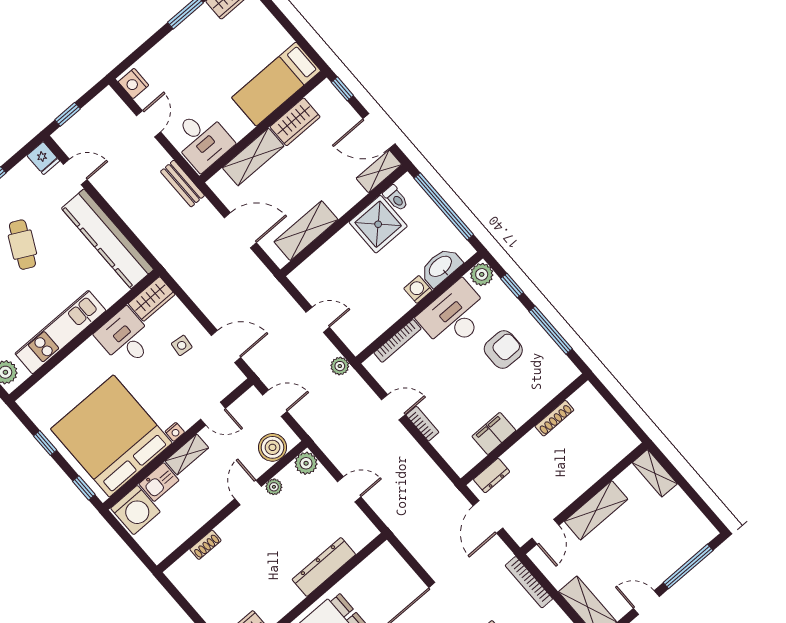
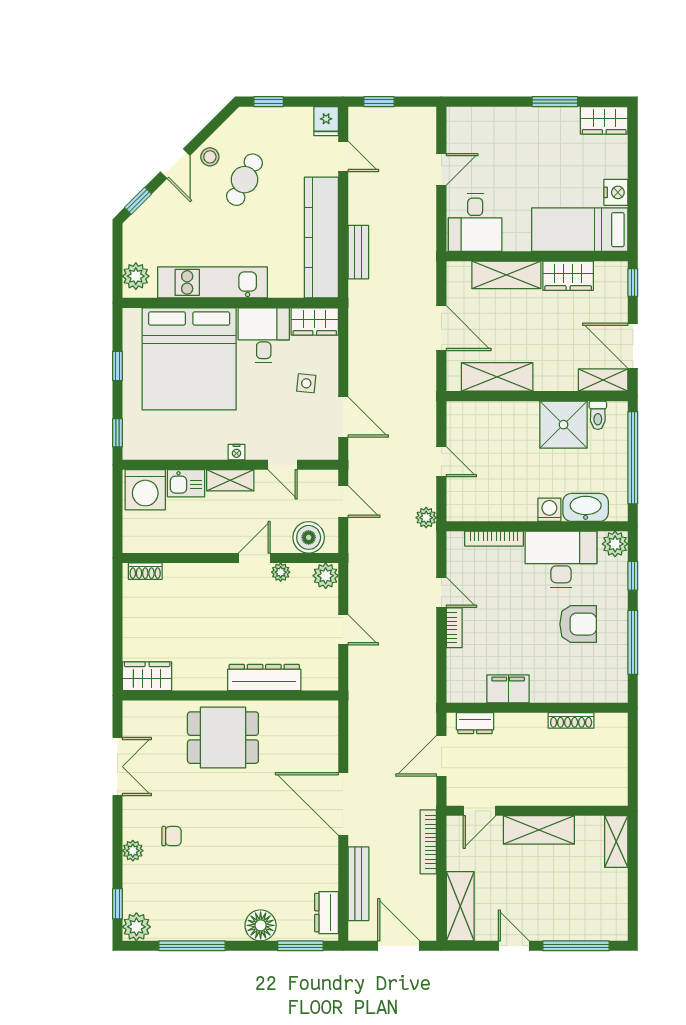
nightstand: (133, 83) -> (616, 192), moved, turned 180
bench: (182, 184) -> (358, 252), moved
bed: (111, 436) -> (189, 359), moved, turned 180
shoe rack: (205, 545) -> (145, 571), moved

